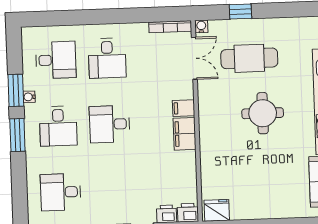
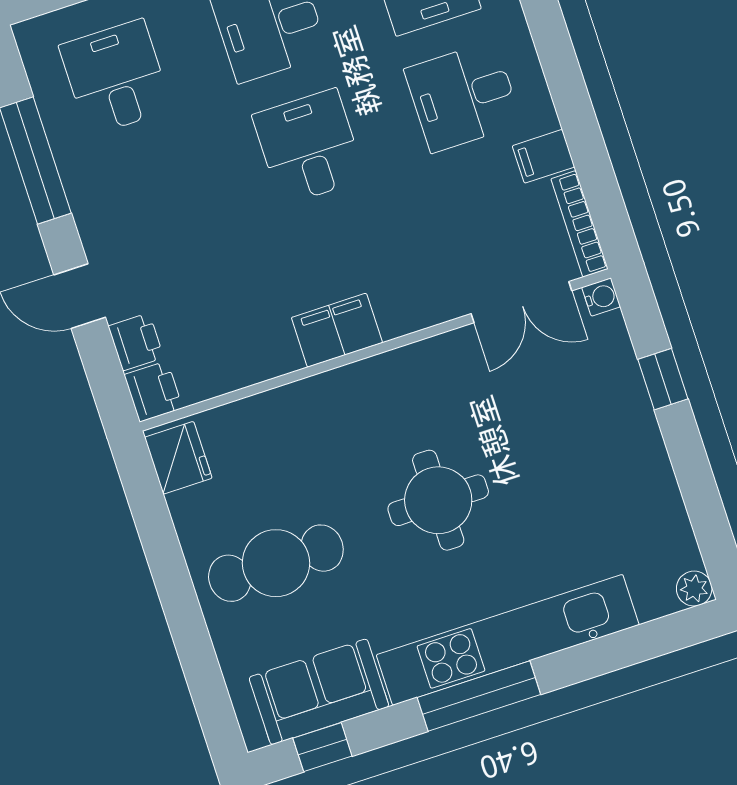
cafe table: (249, 58) -> (276, 563), moved, turned 90
filing cabinet: (184, 108) -> (543, 156), moved, turned -90

